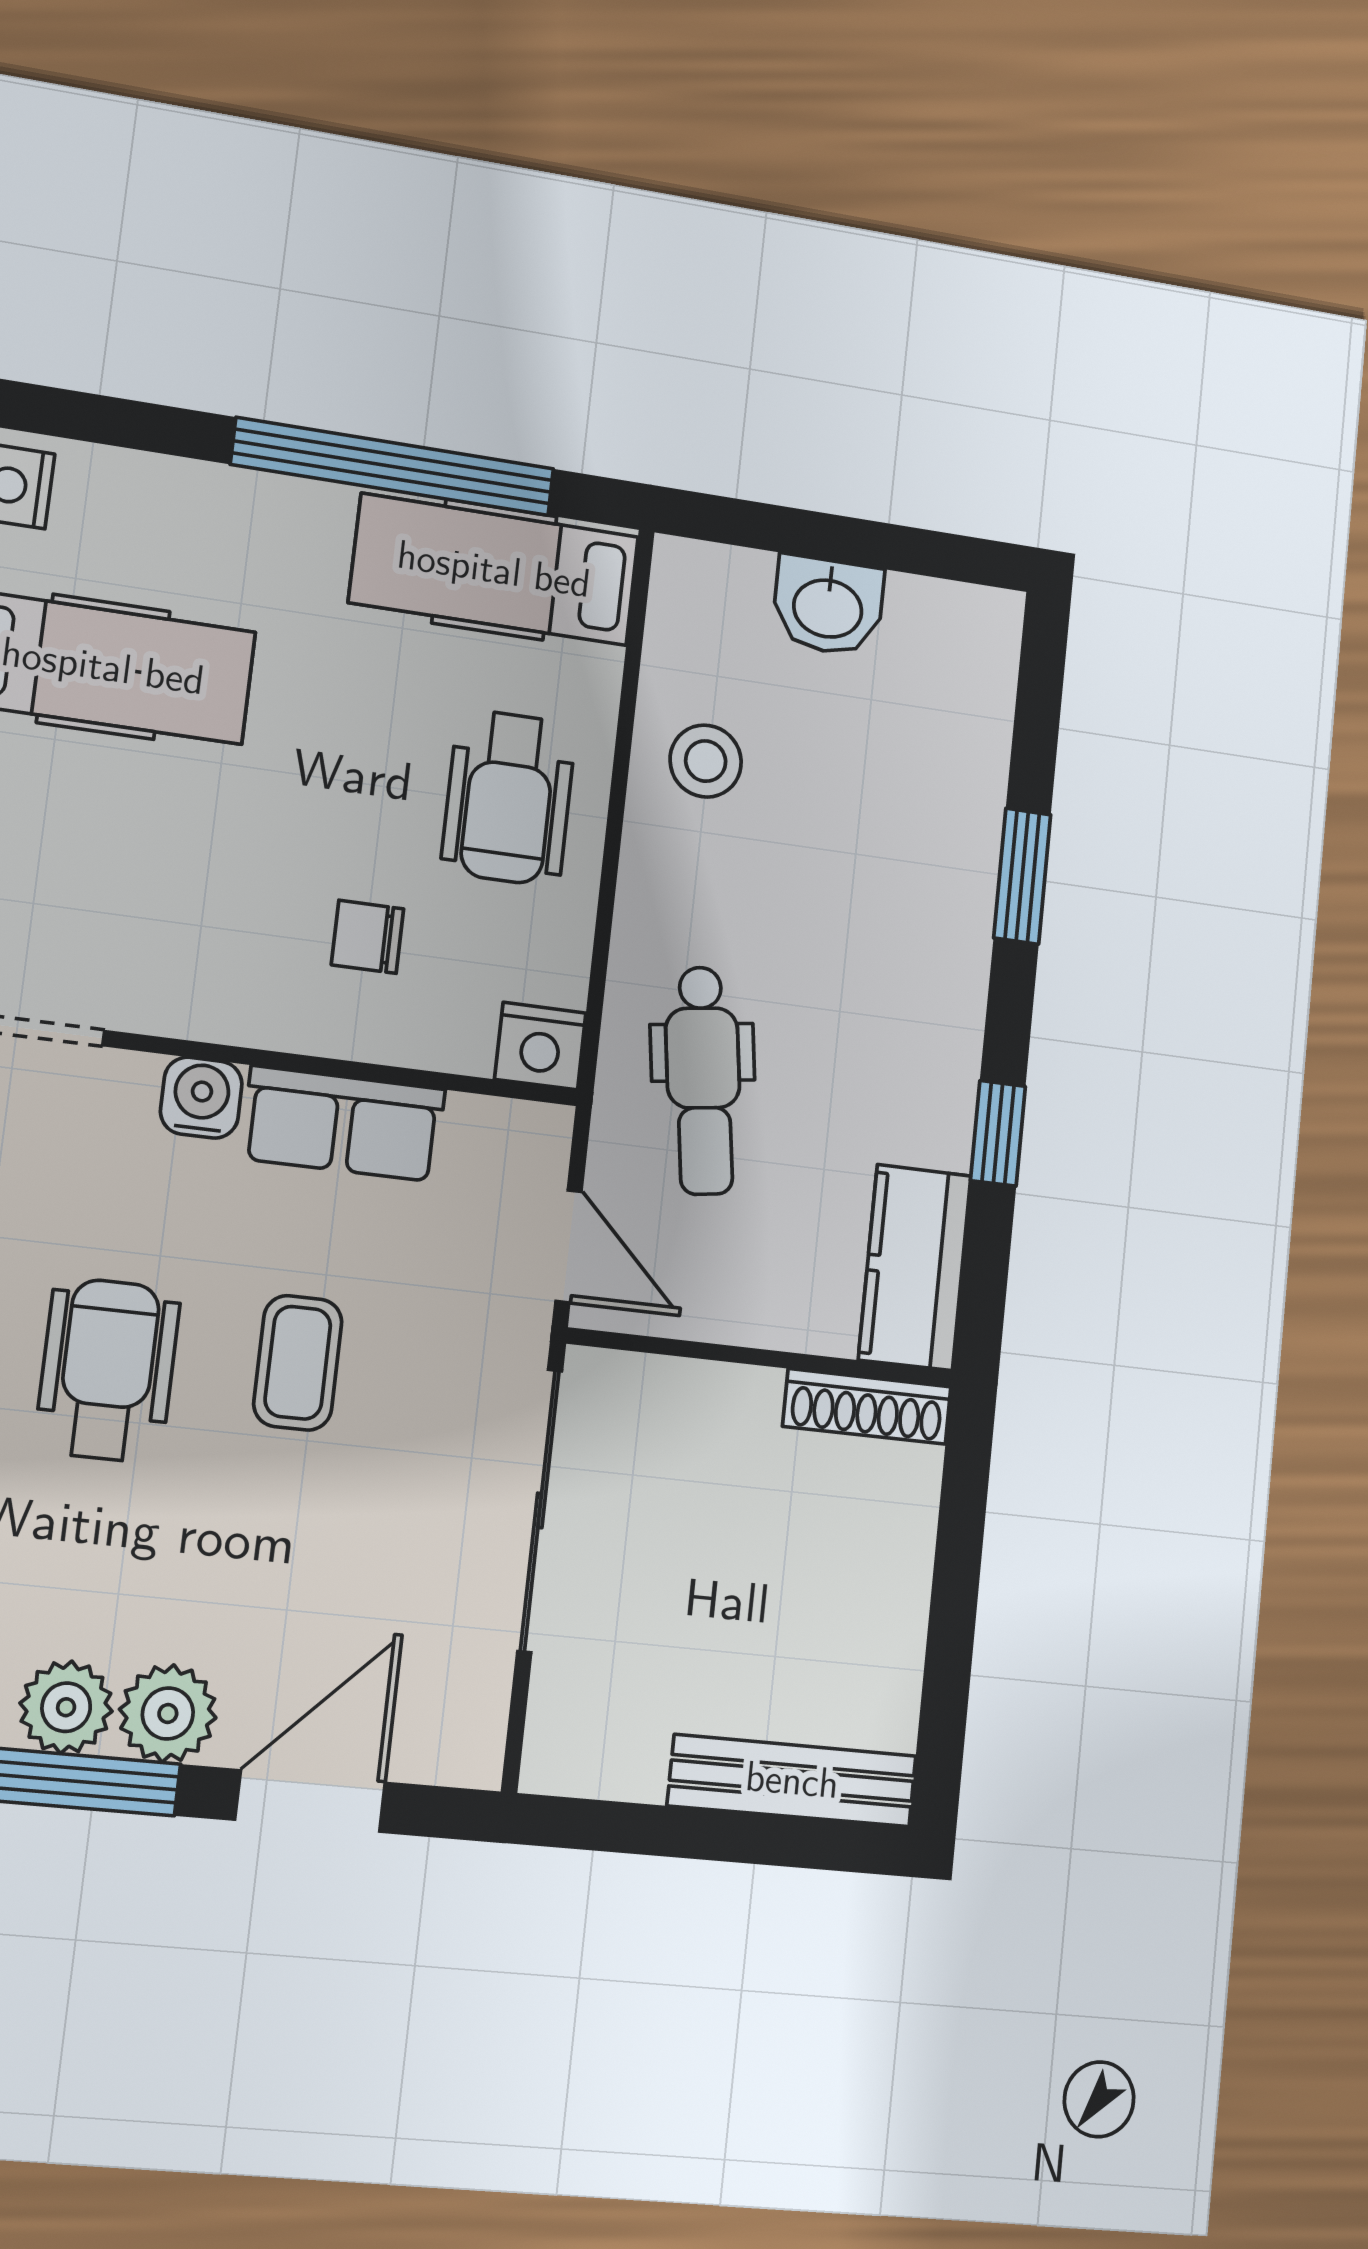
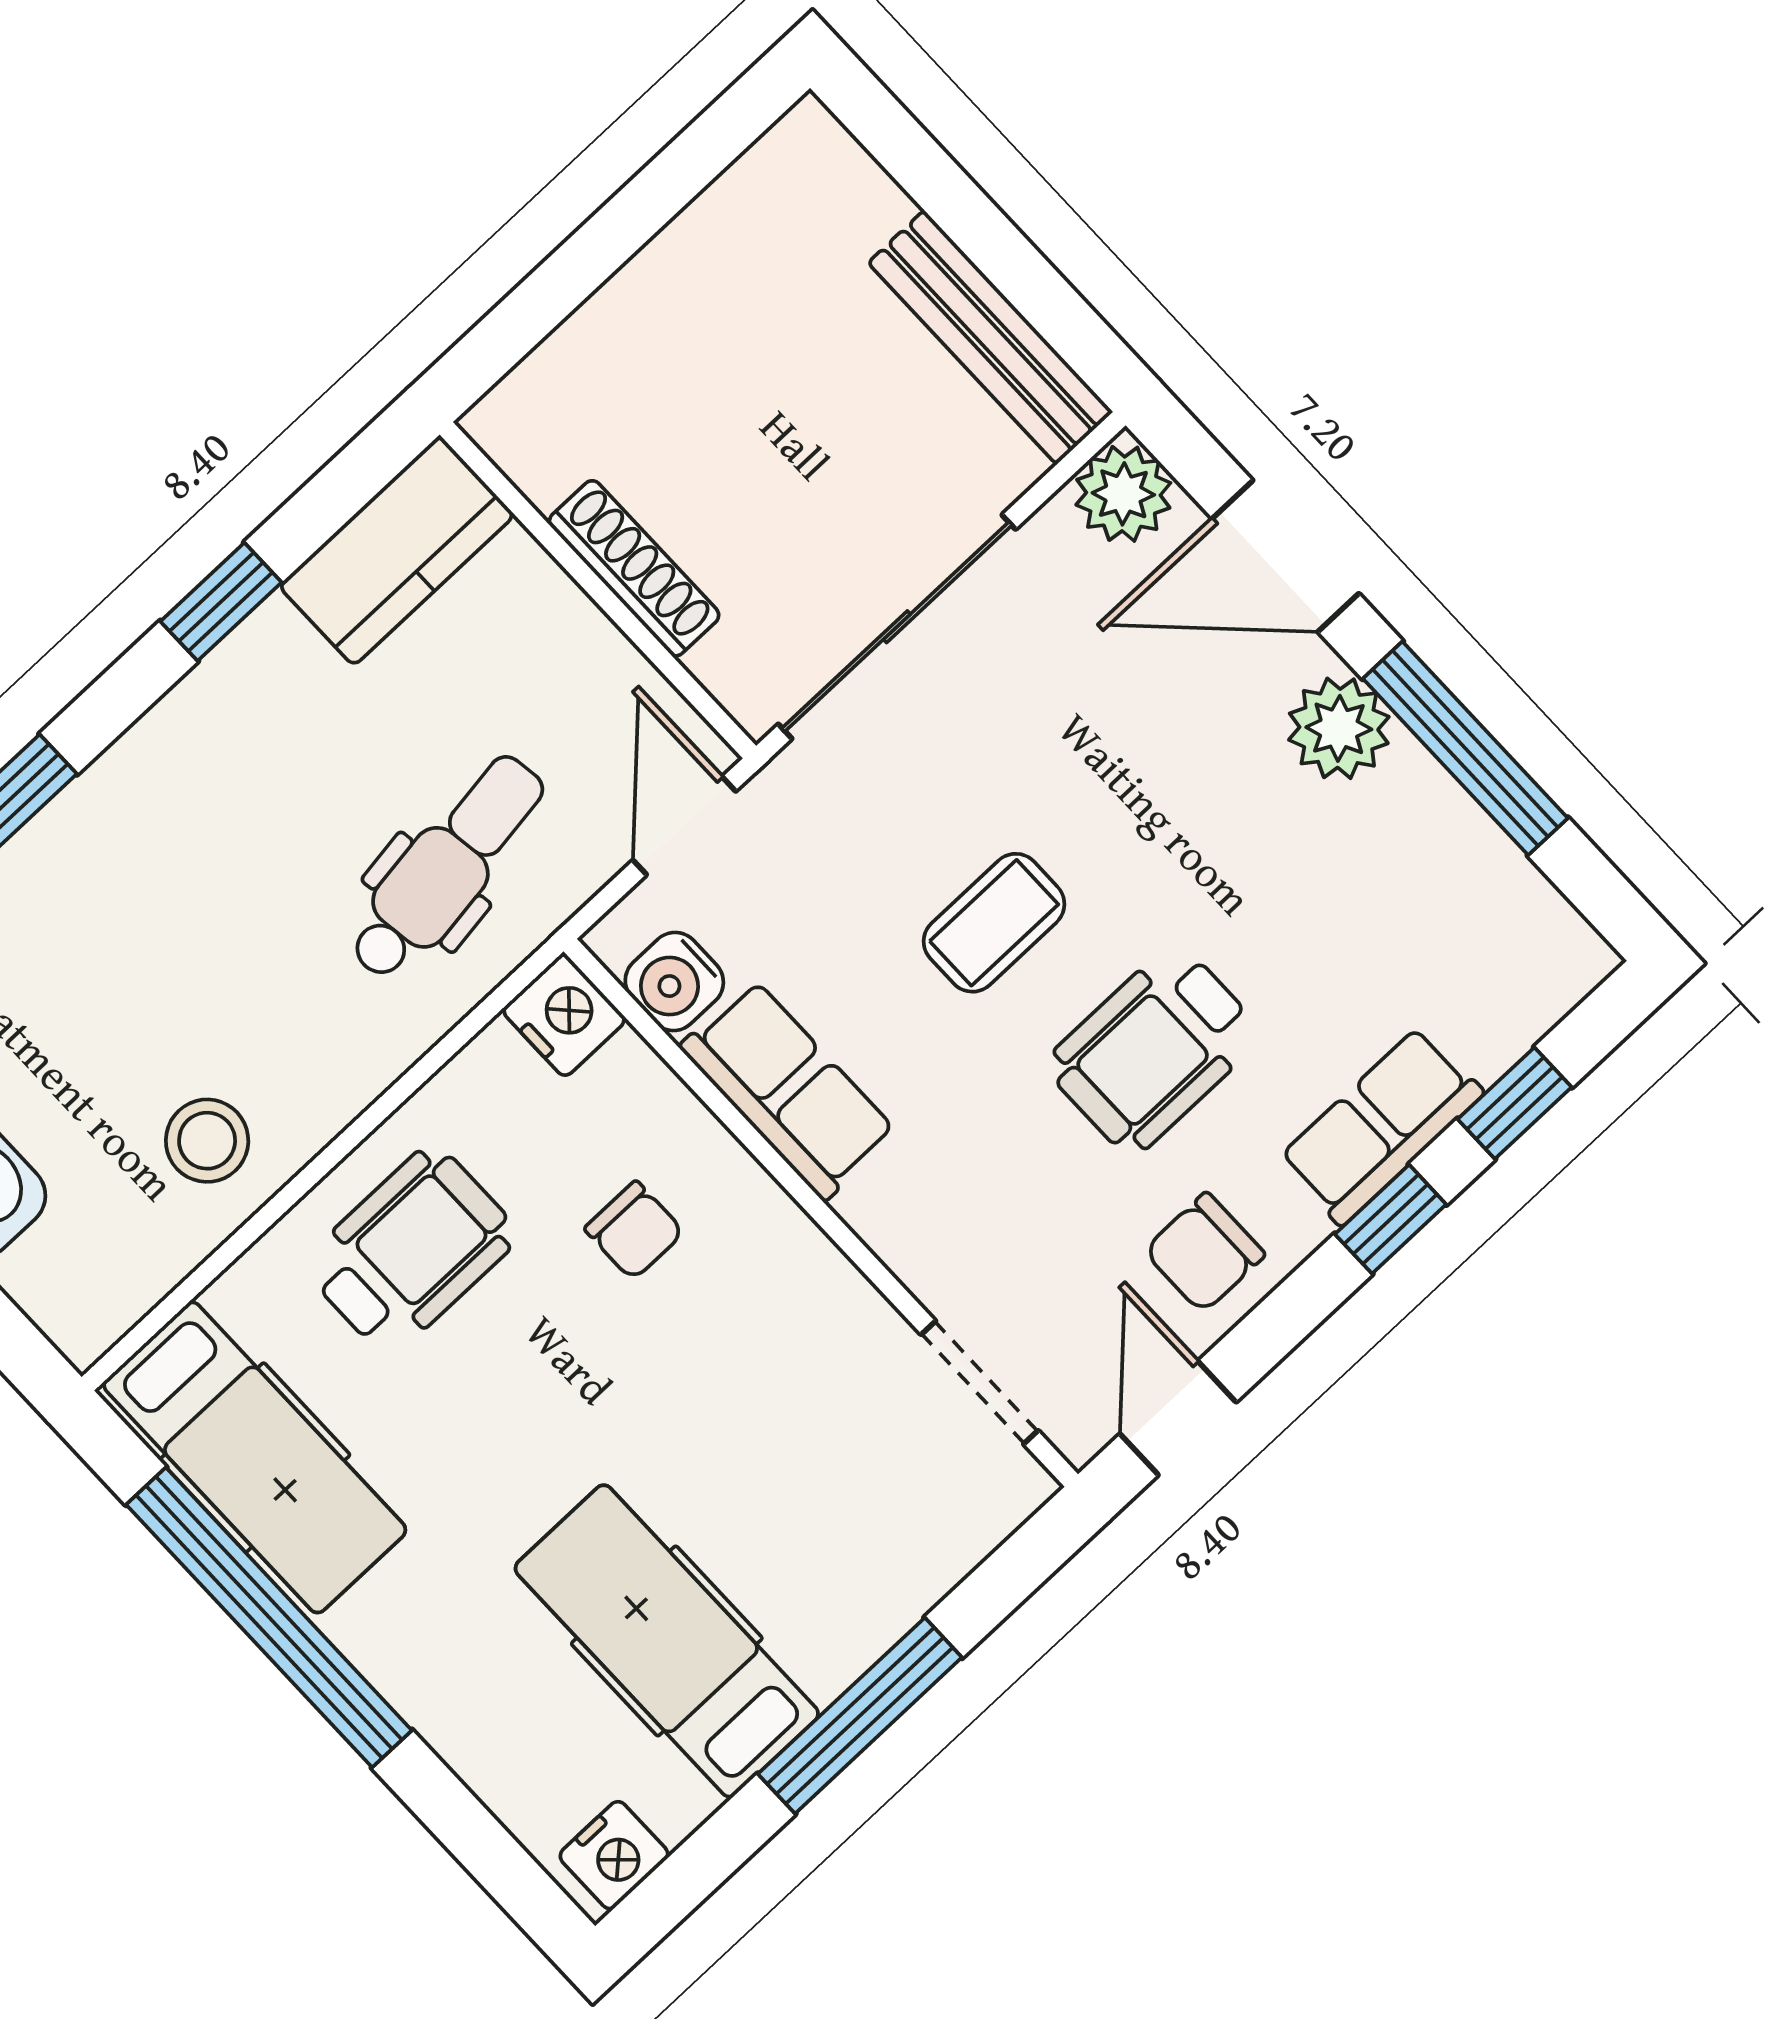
water cooler: (201, 1098) -> (674, 981), moved
shoe rack: (867, 1406) -> (634, 568), moved
plant: (66, 1707) -> (1123, 494), moved
bench: (792, 1781) -> (990, 337), moved

